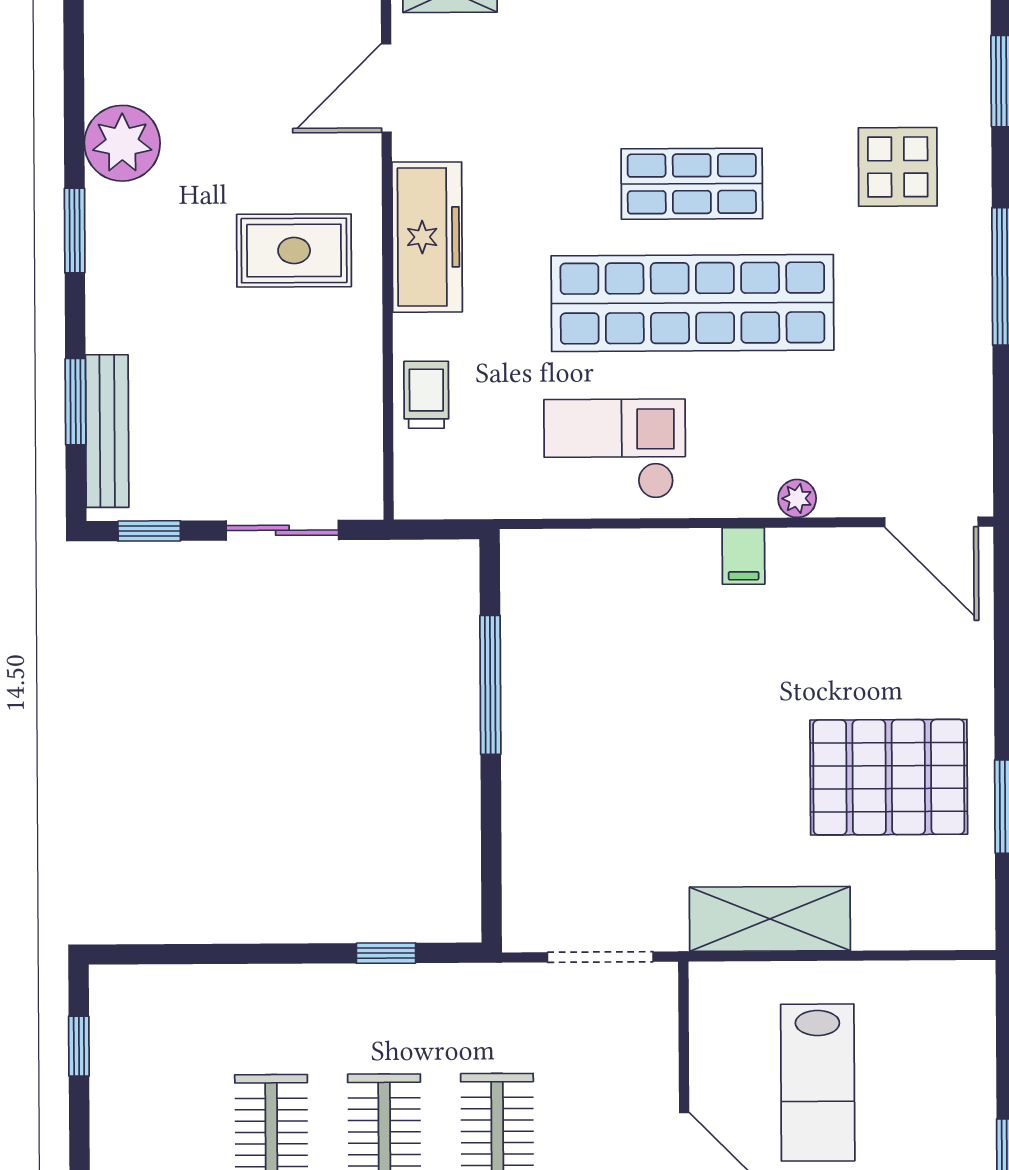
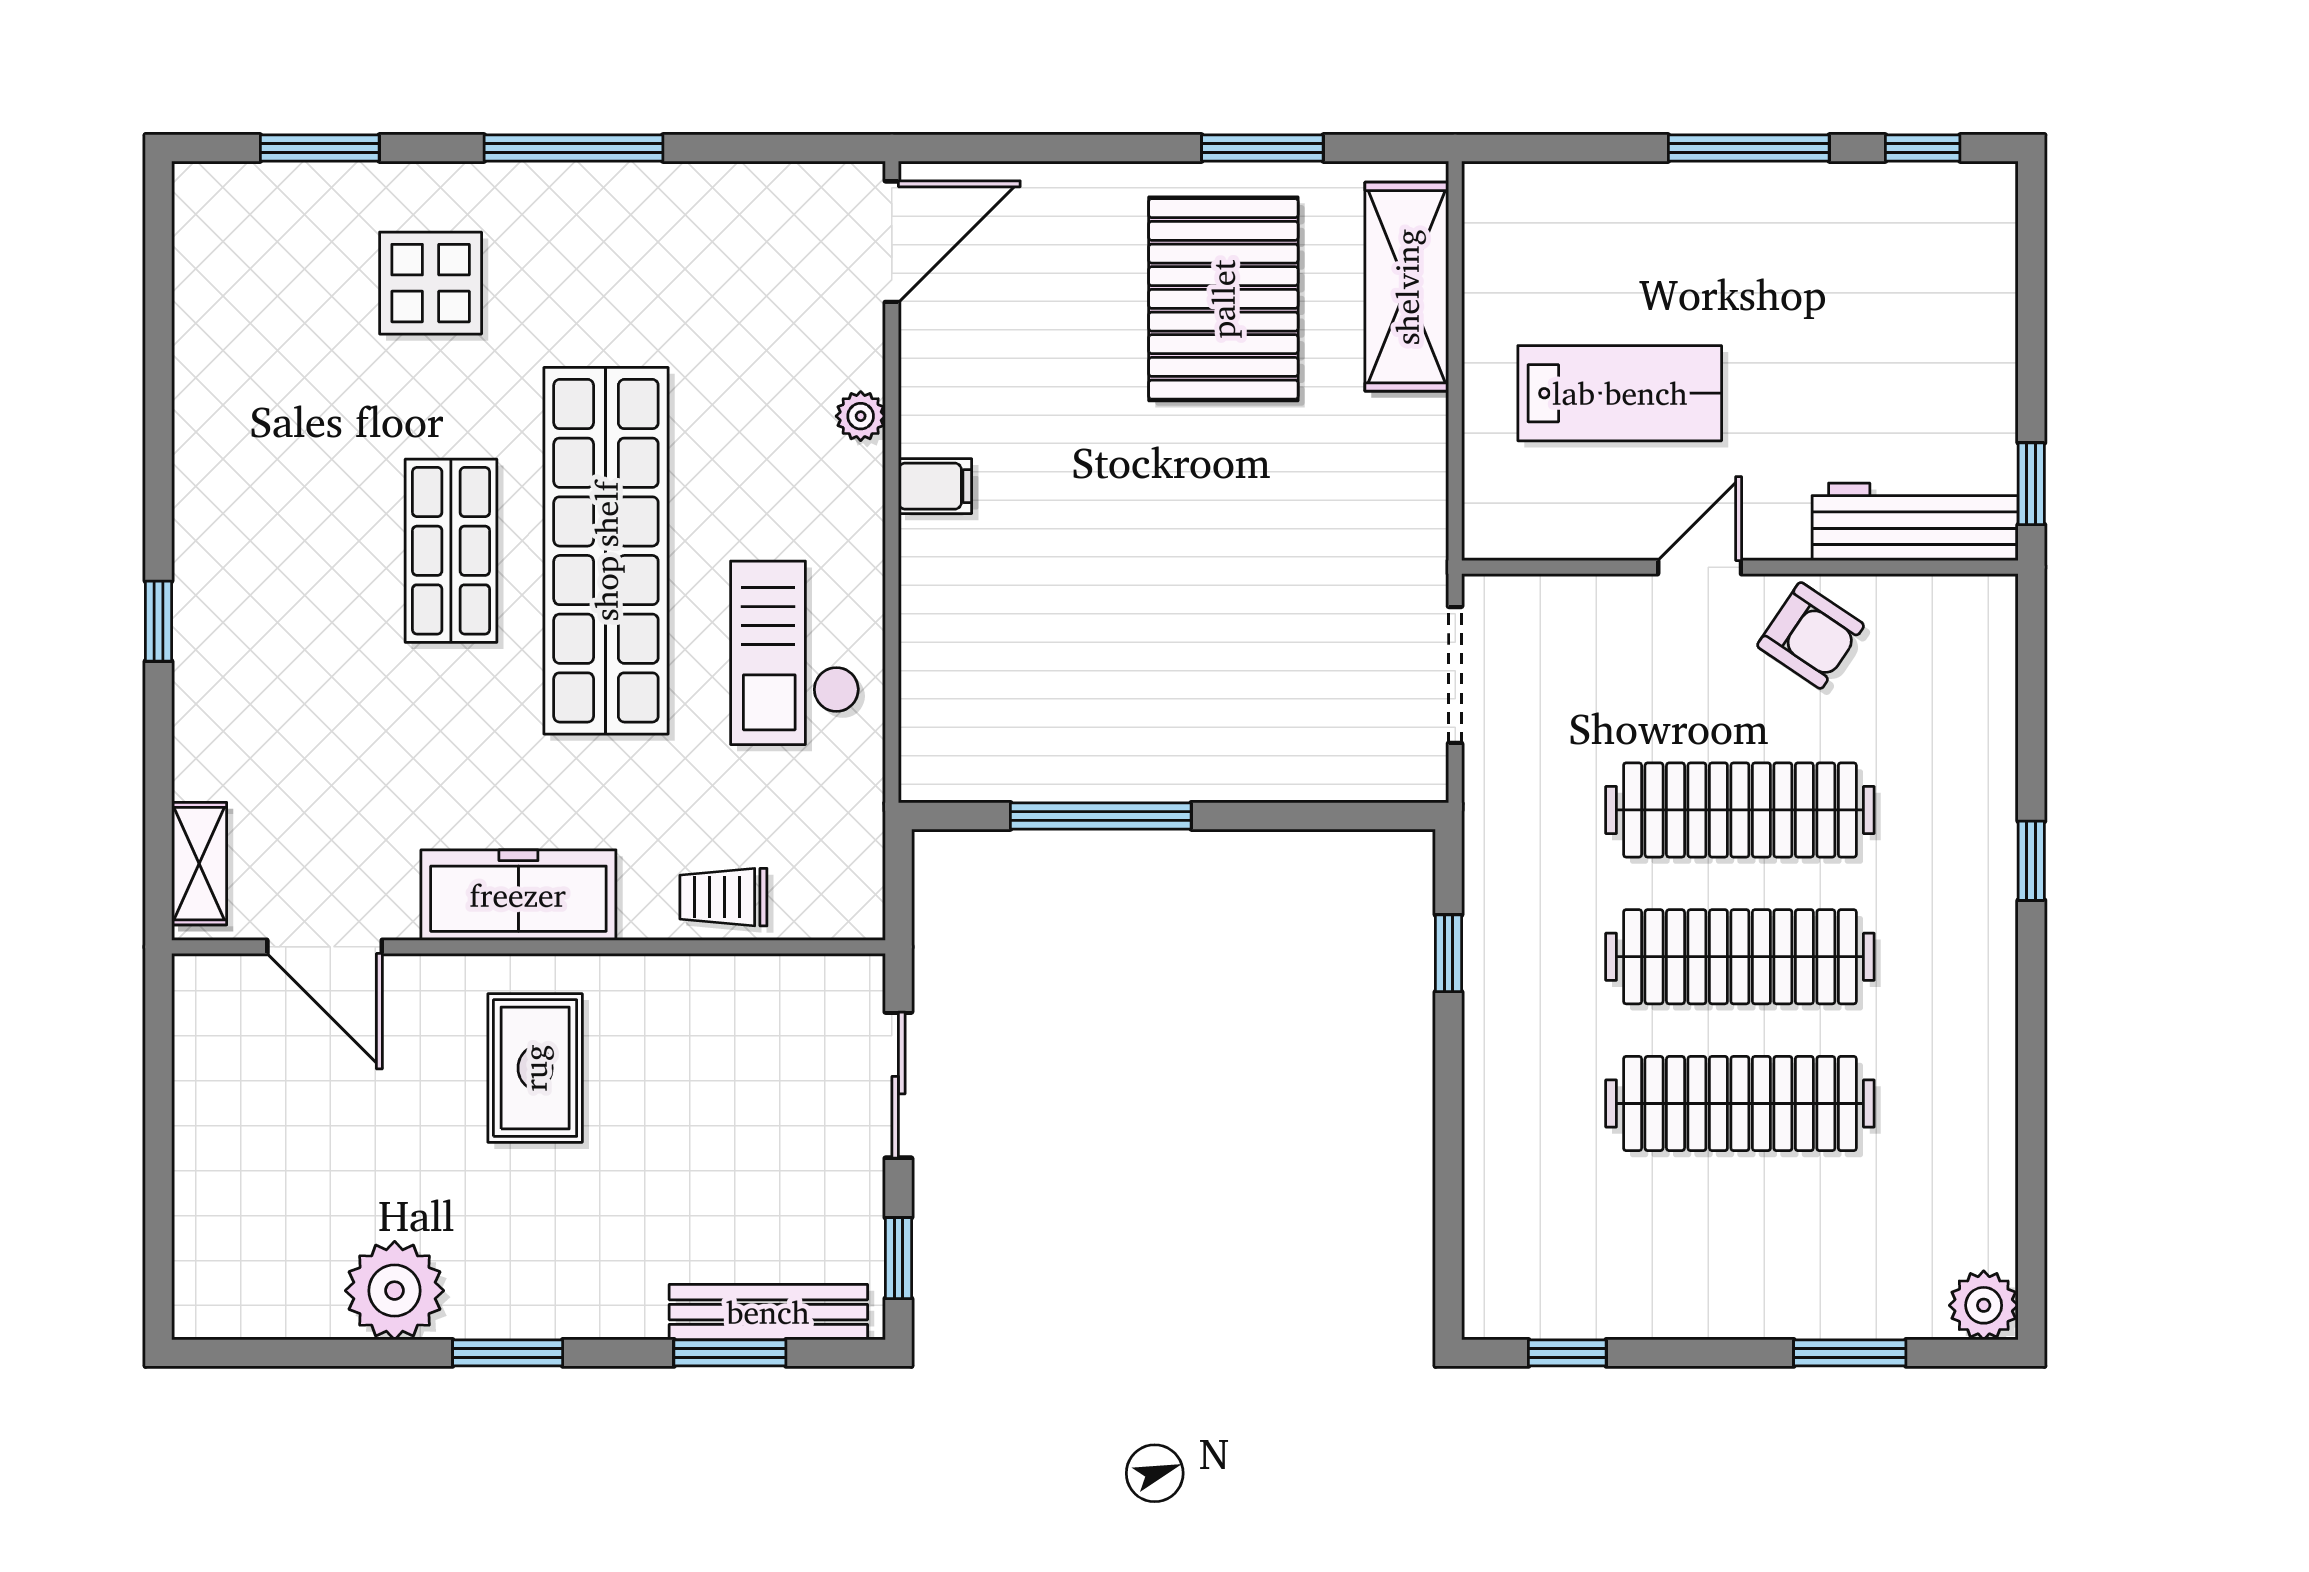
shelving: (770, 919) -> (1407, 287), moved

